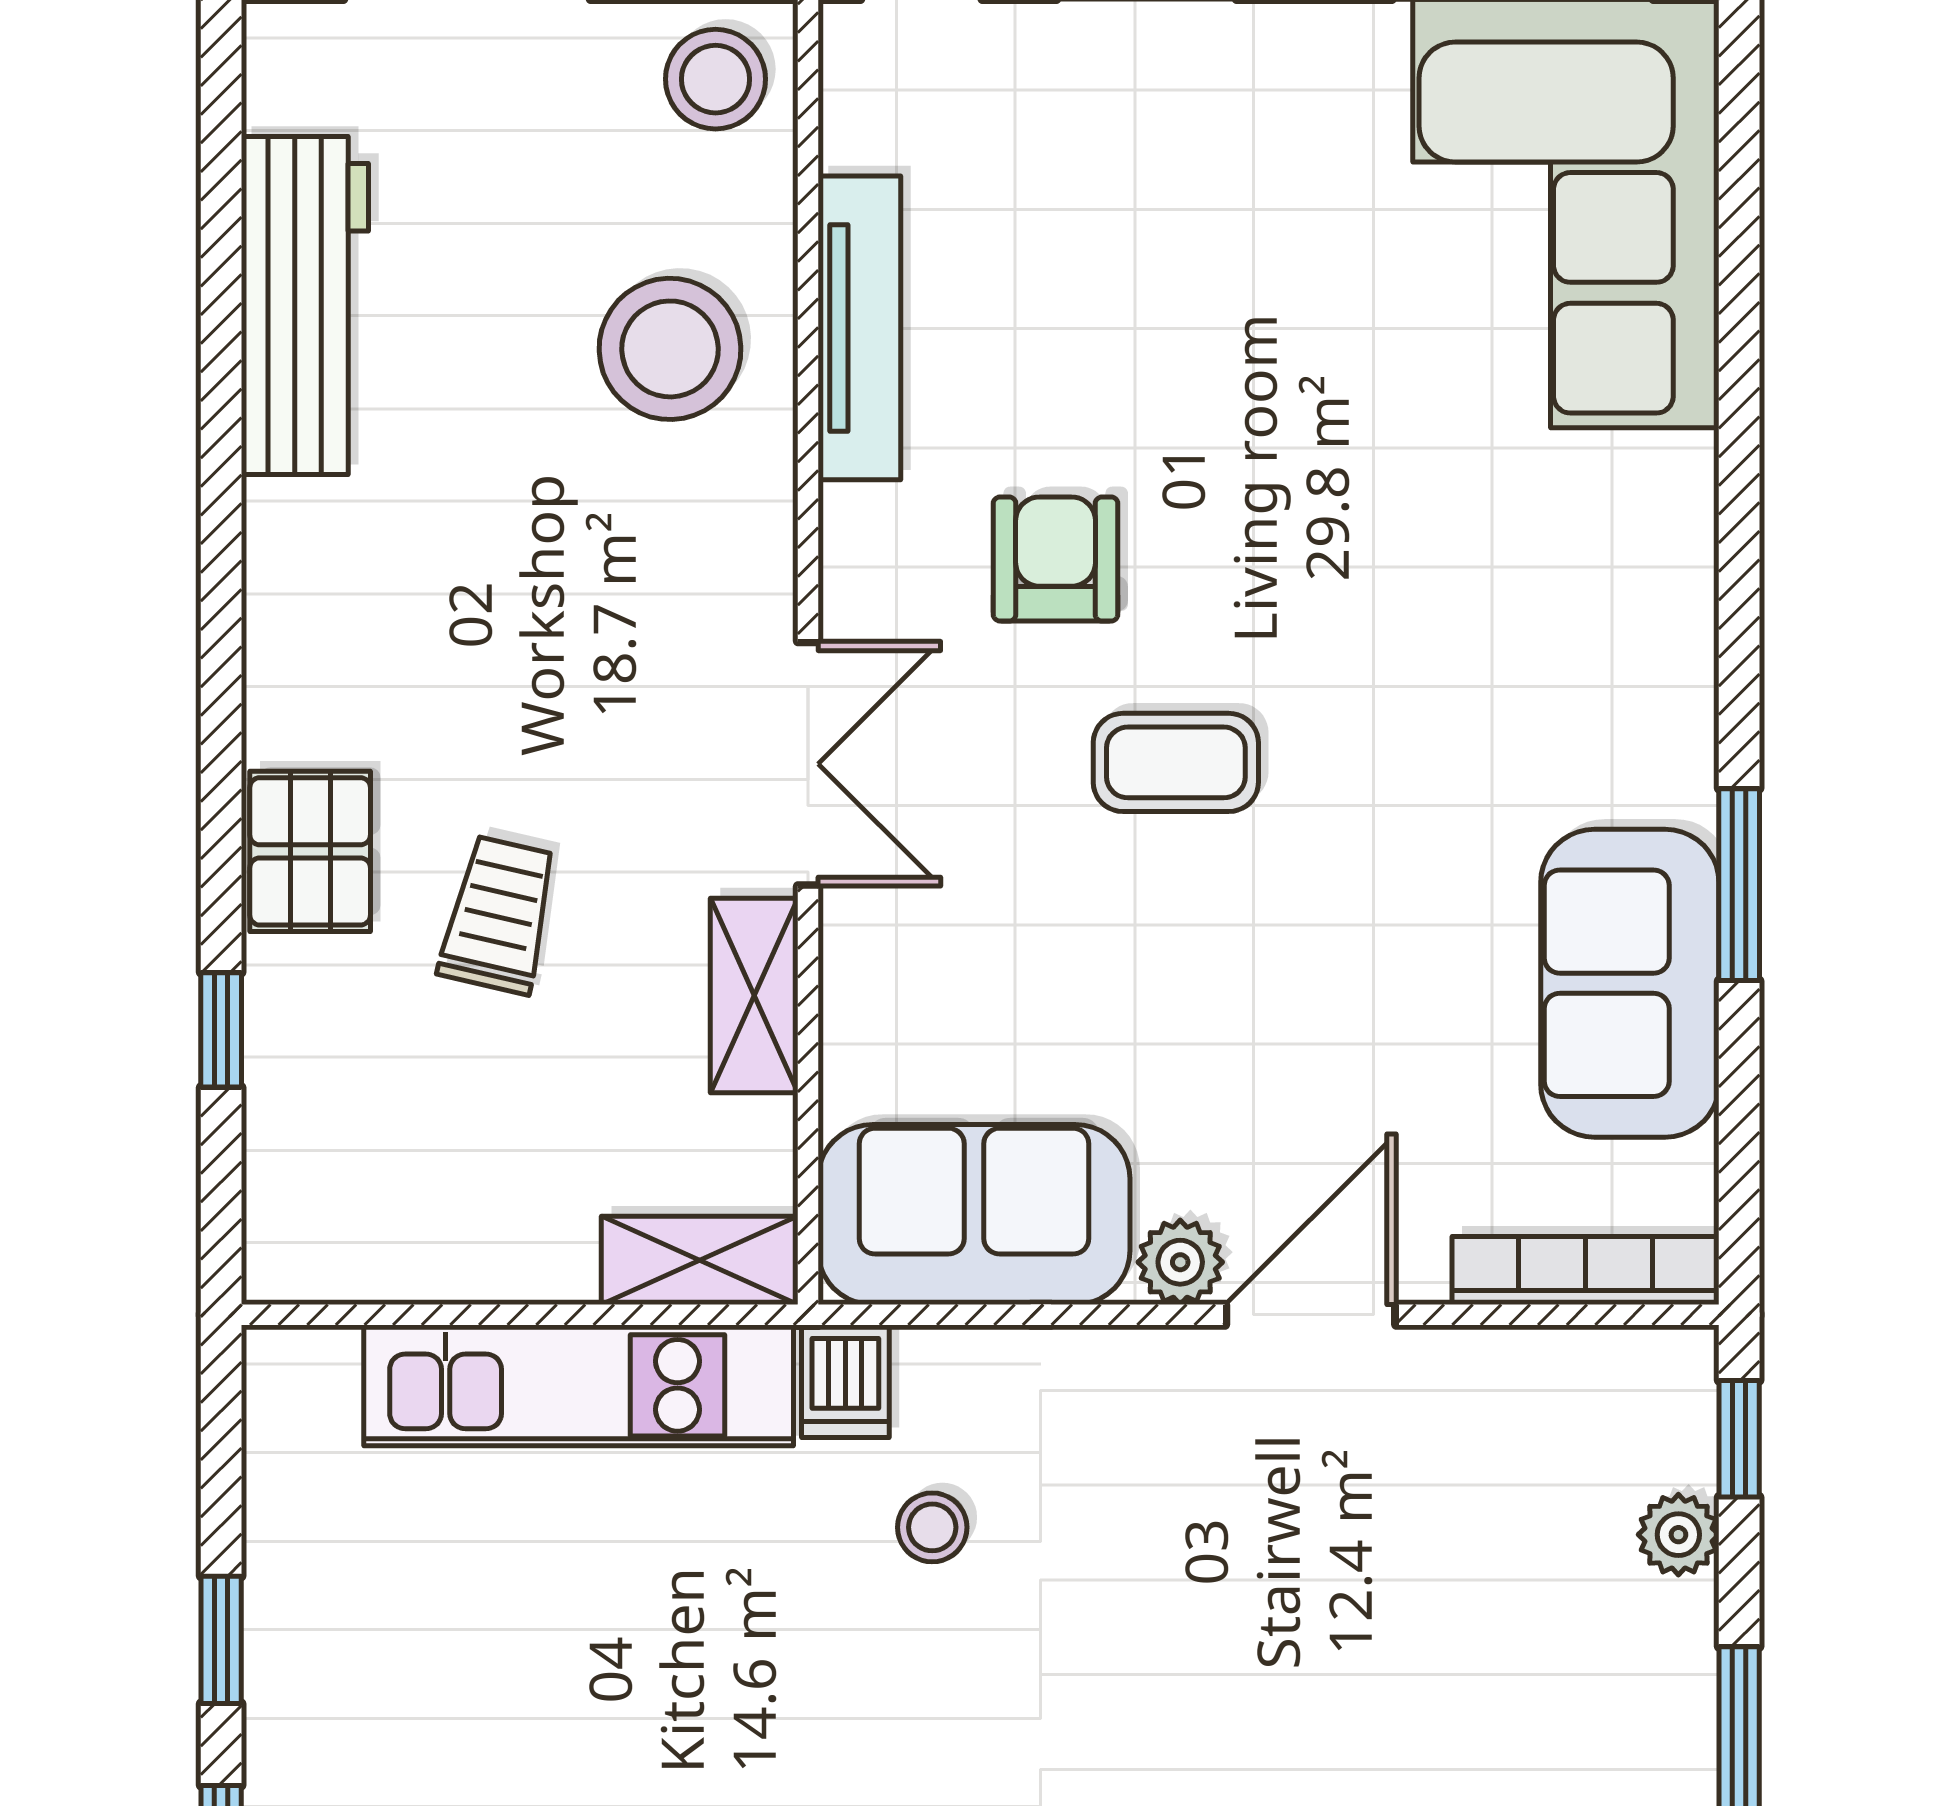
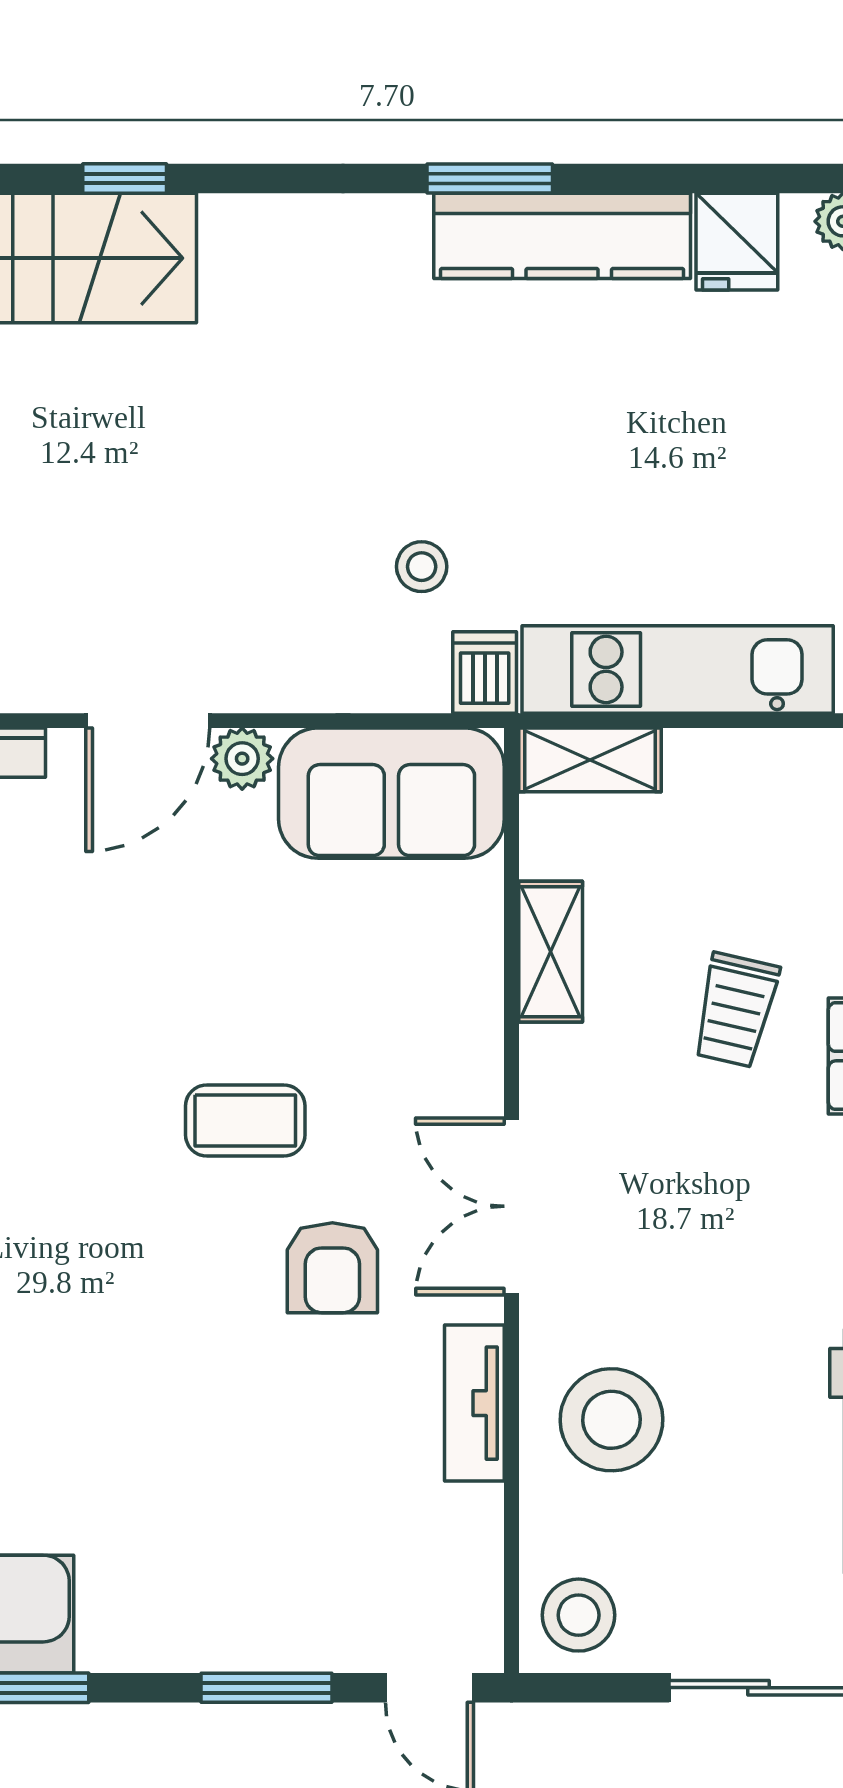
tv unit: (859, 328) -> (474, 1403), width x0.71
double door: (808, 764) -> (511, 1206), moved

